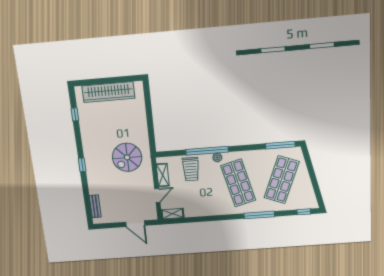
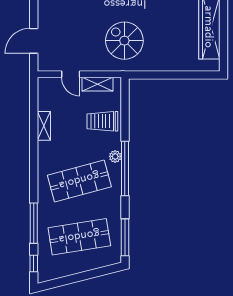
window: (207, 151) -> (125, 168), moved
shop shelf: (282, 180) -> (79, 237), turned -30
shelving: (172, 214) -> (44, 126), moved
window: (259, 215) -> (34, 223), moved

